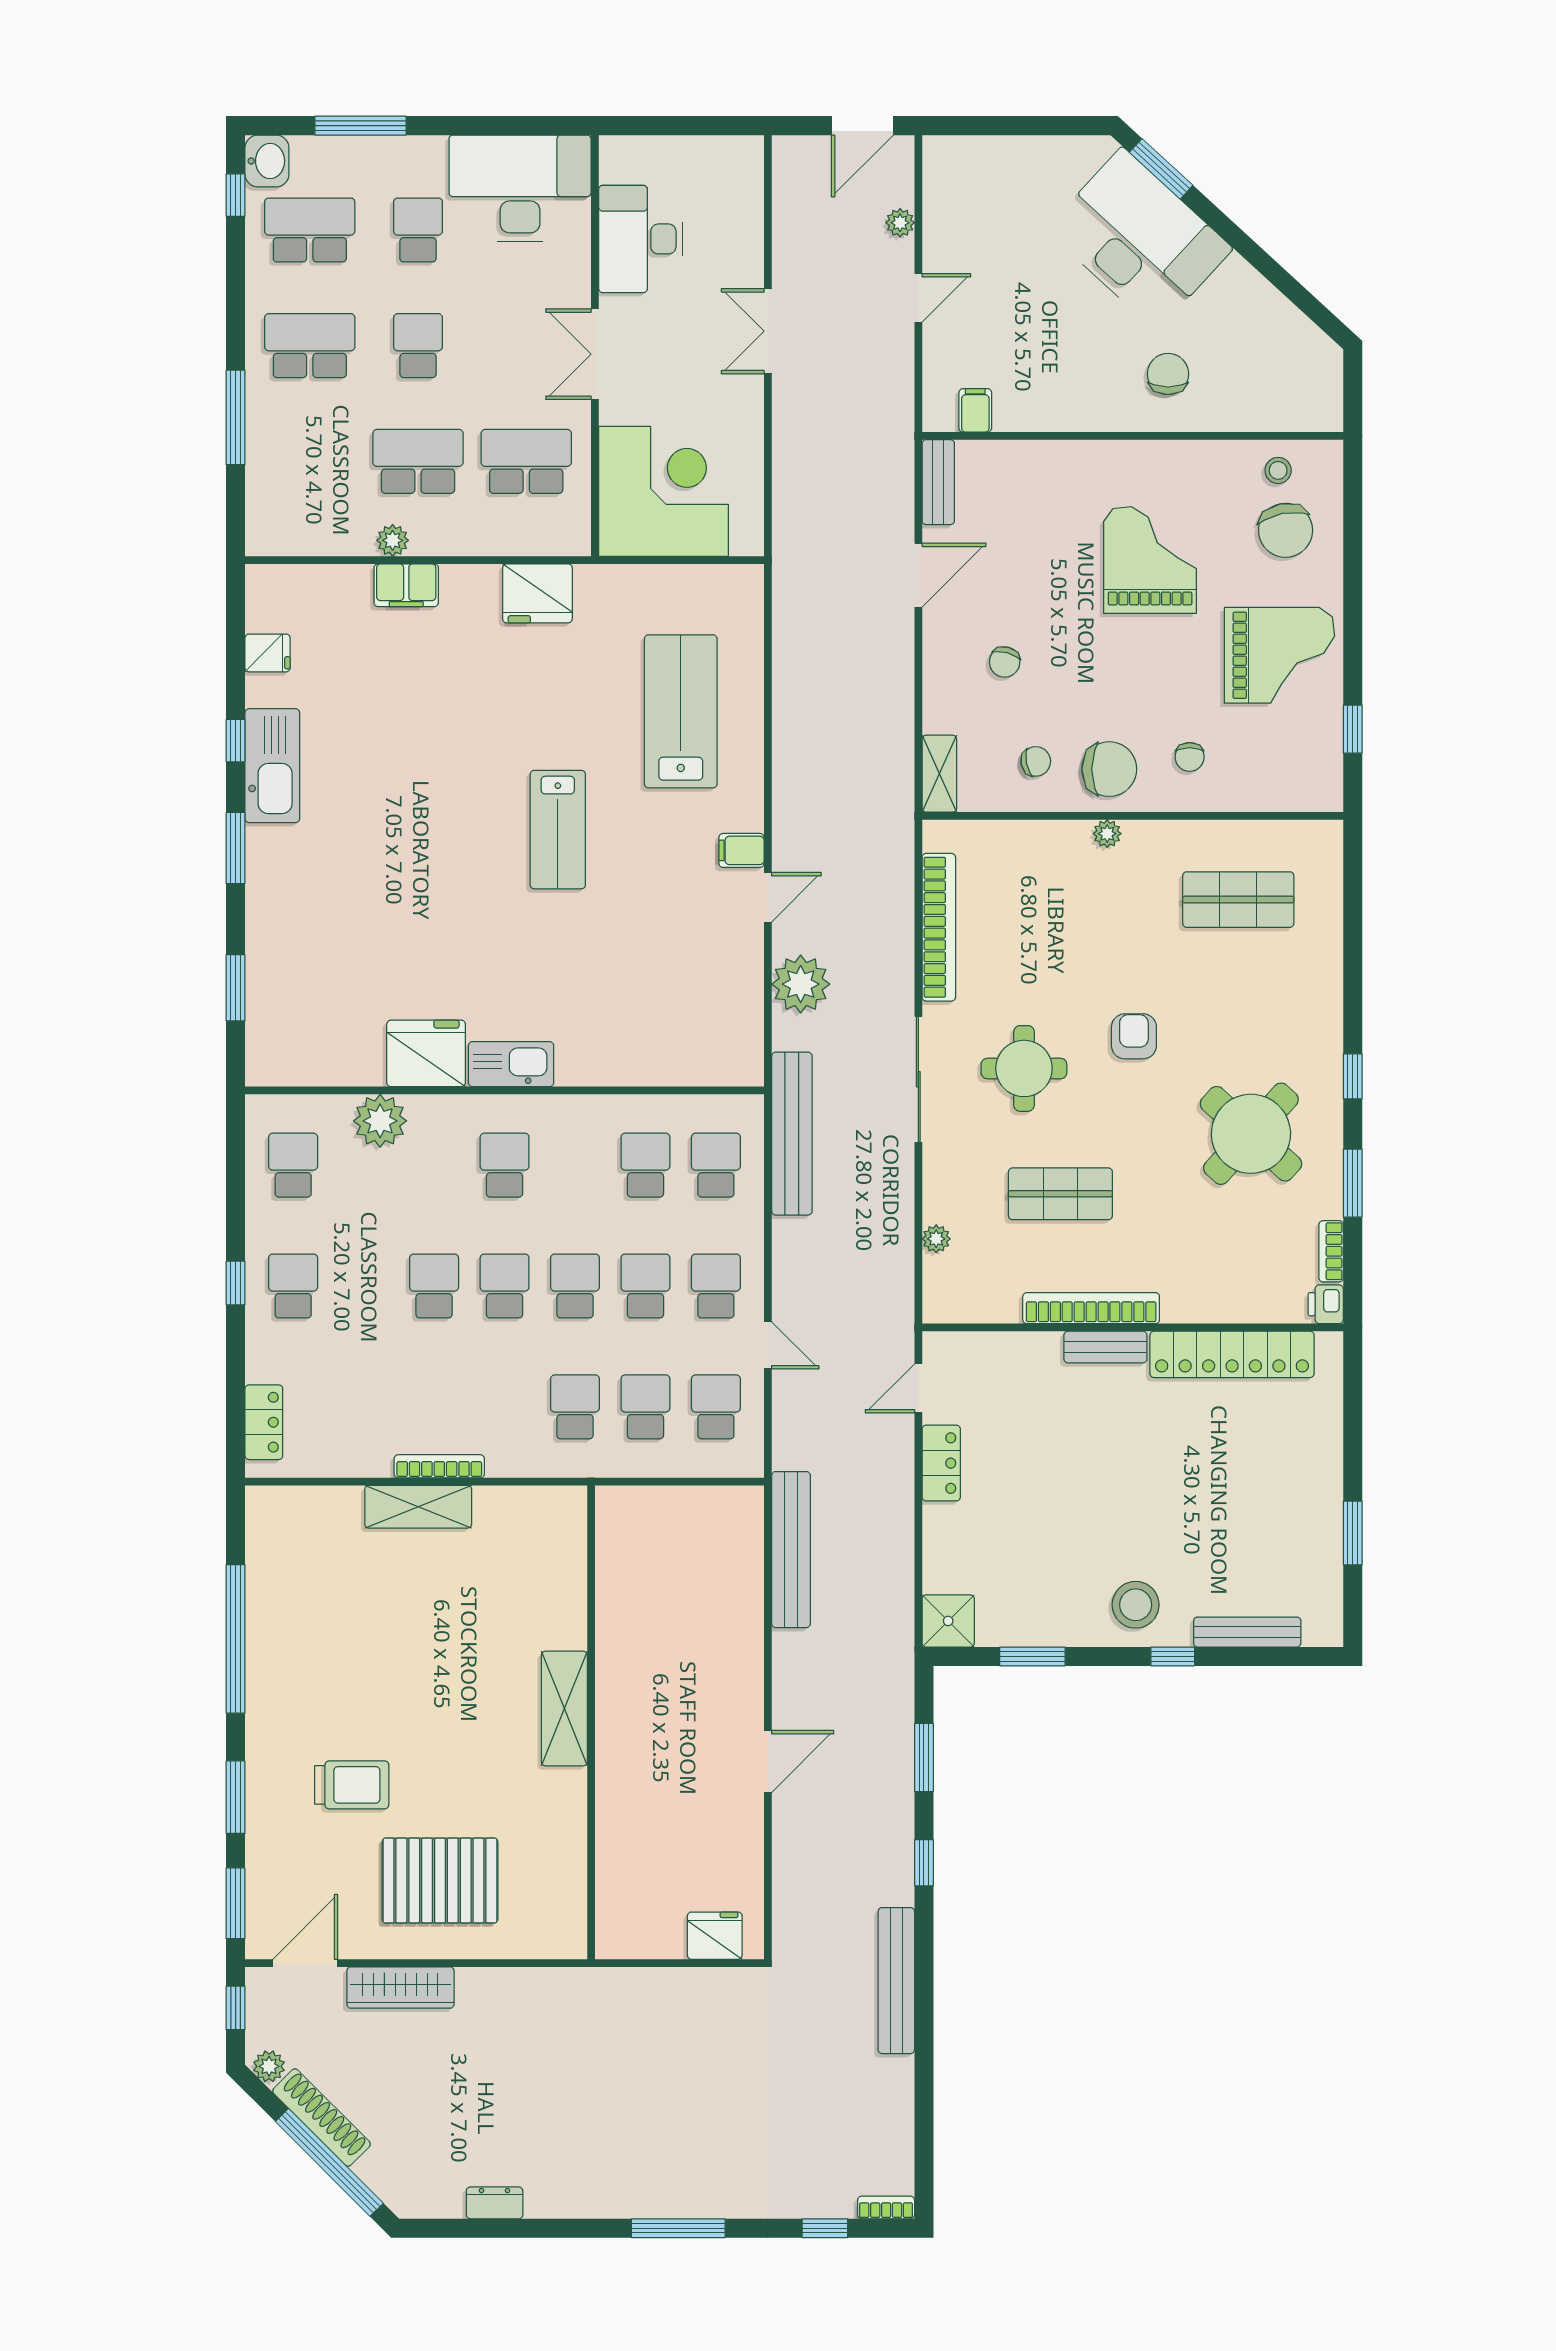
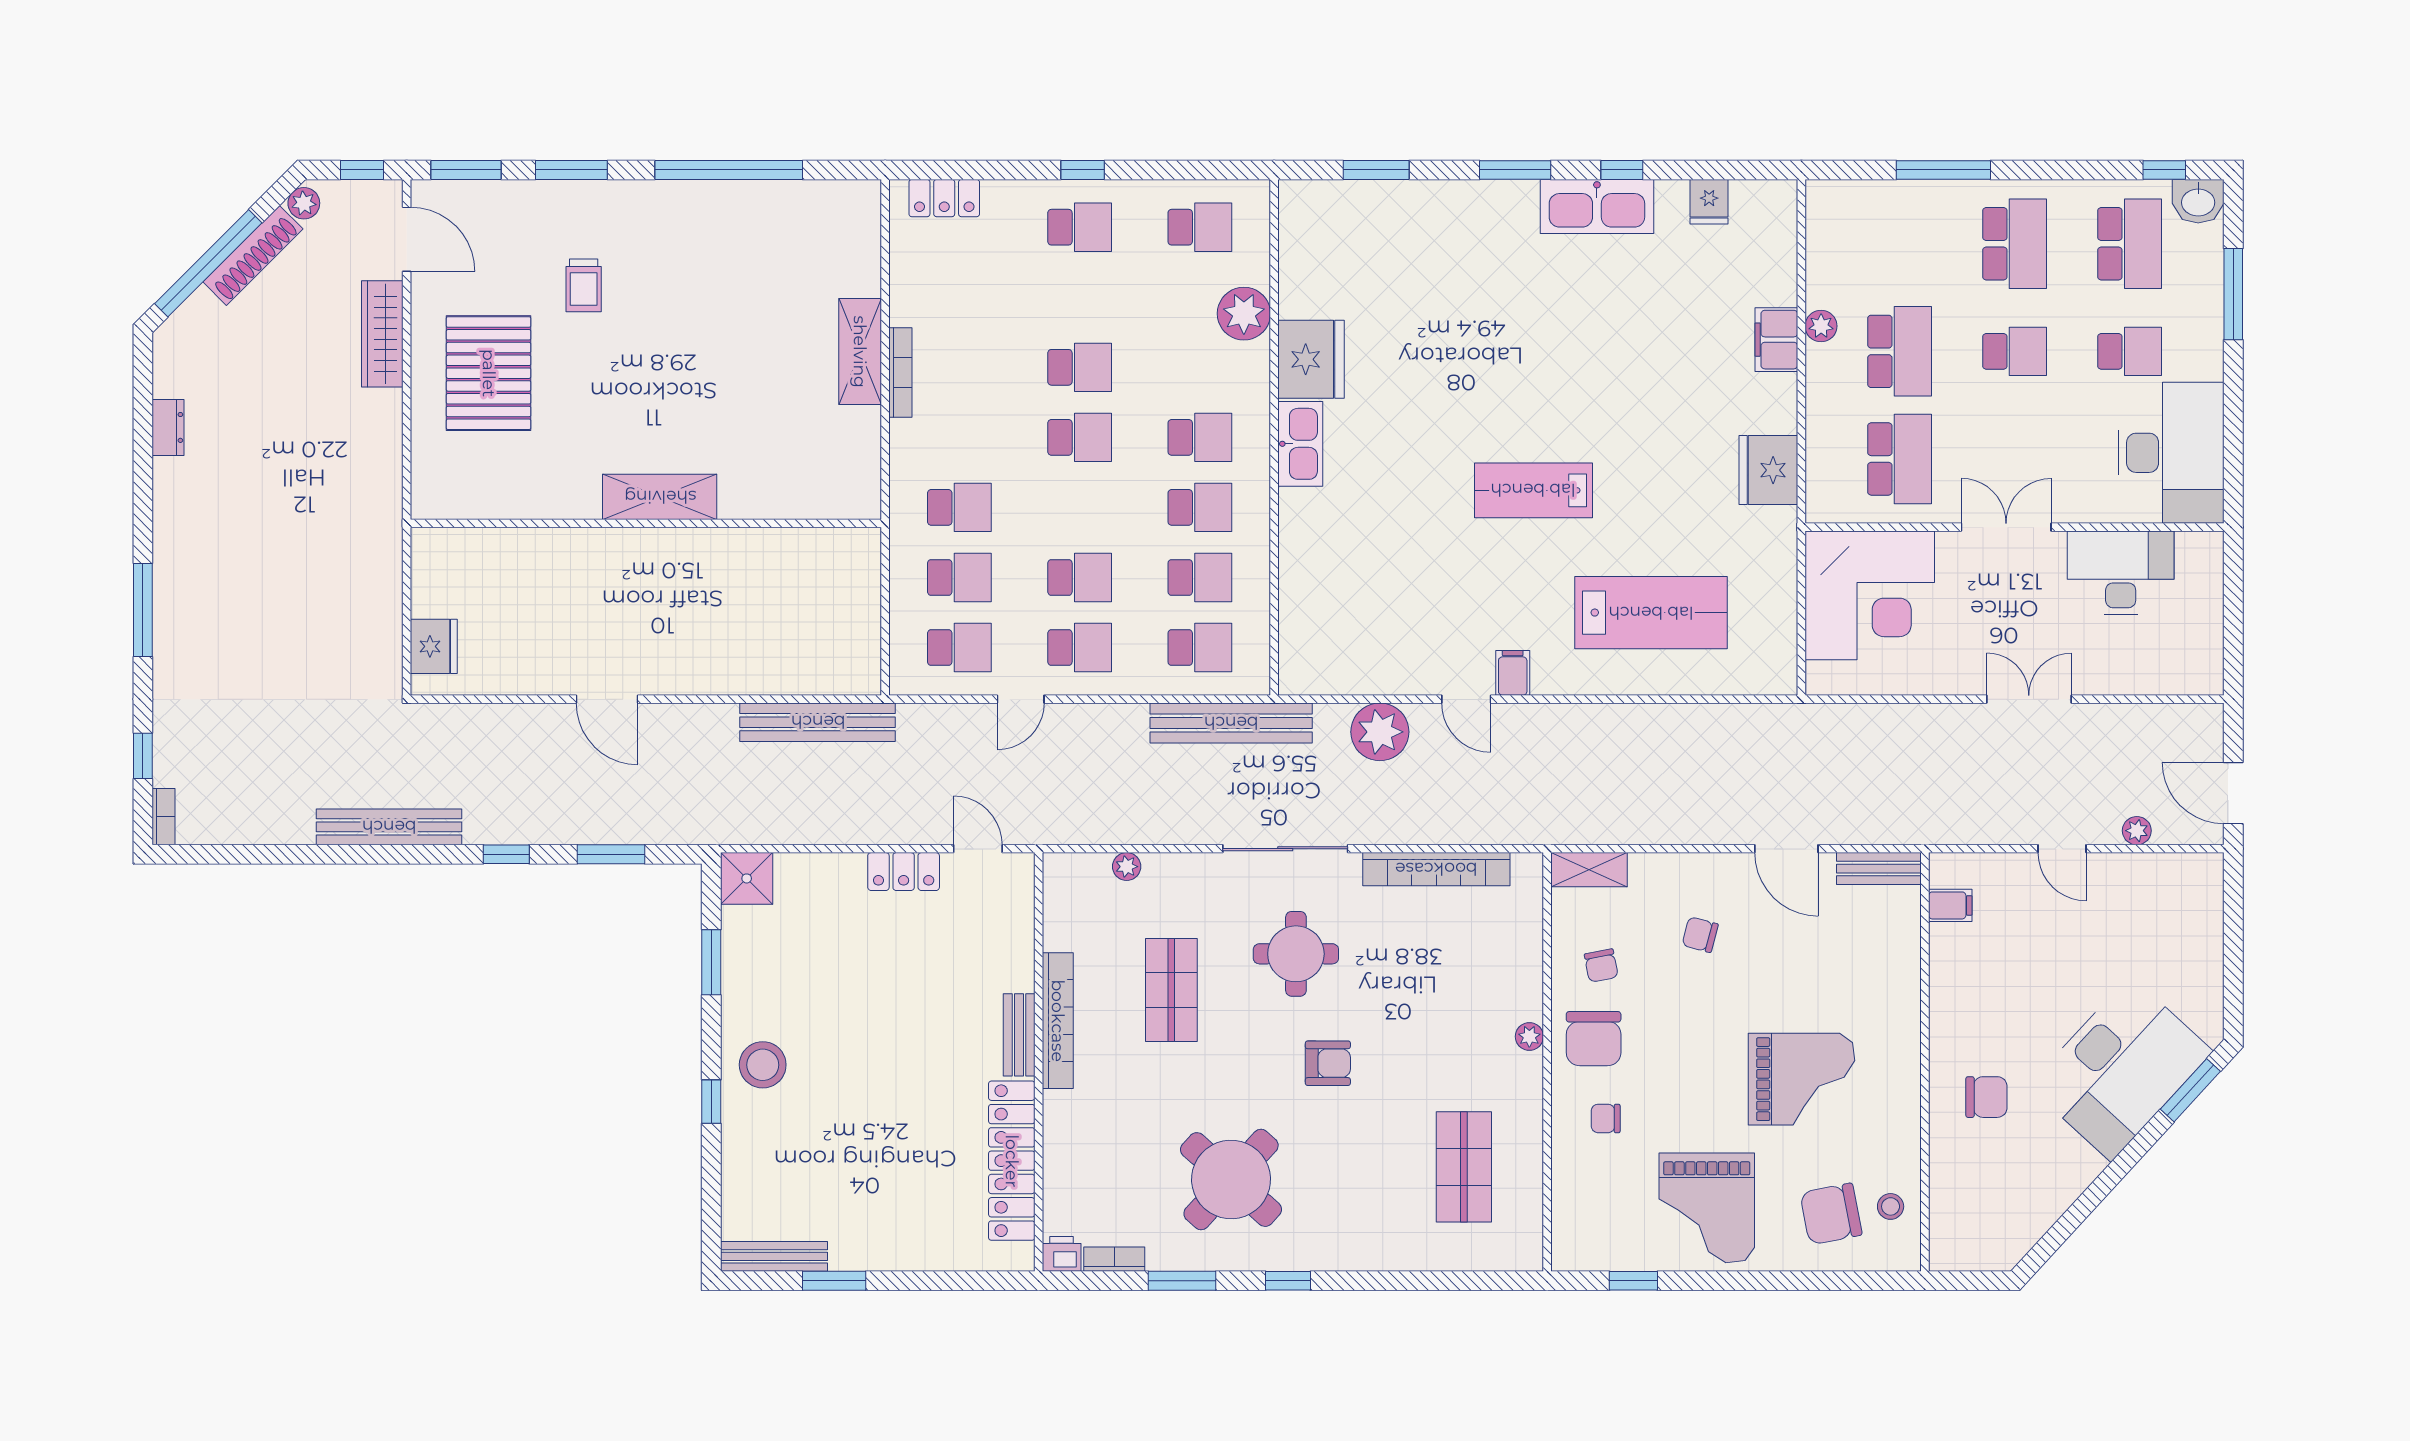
school desk: (575, 1286) -> (1200, 507), moved
bench: (1247, 1632) -> (774, 1256), moved, turned 90
trolley: (352, 1785) -> (584, 285), width x0.73, depth x0.72

